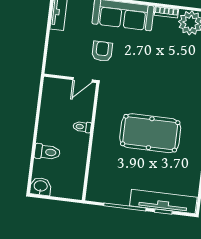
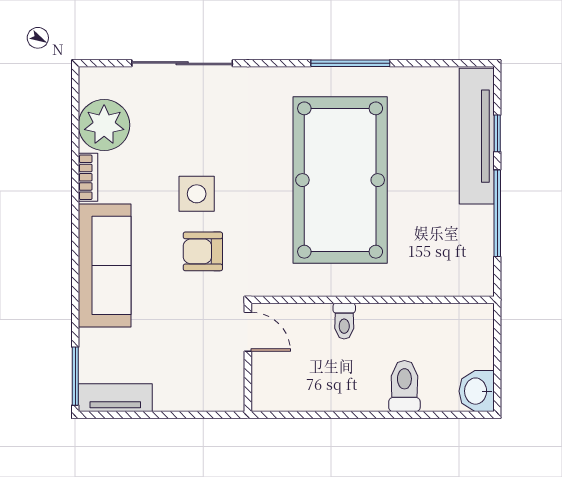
armchair: (102, 51) -> (203, 251), moved
side table: (152, 63) -> (197, 194), added
pool table: (150, 133) -> (340, 180), width x1.36, depth x1.32

